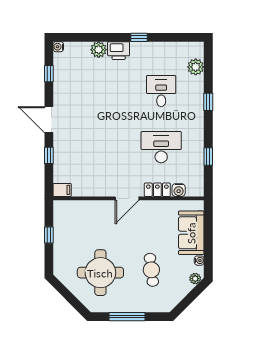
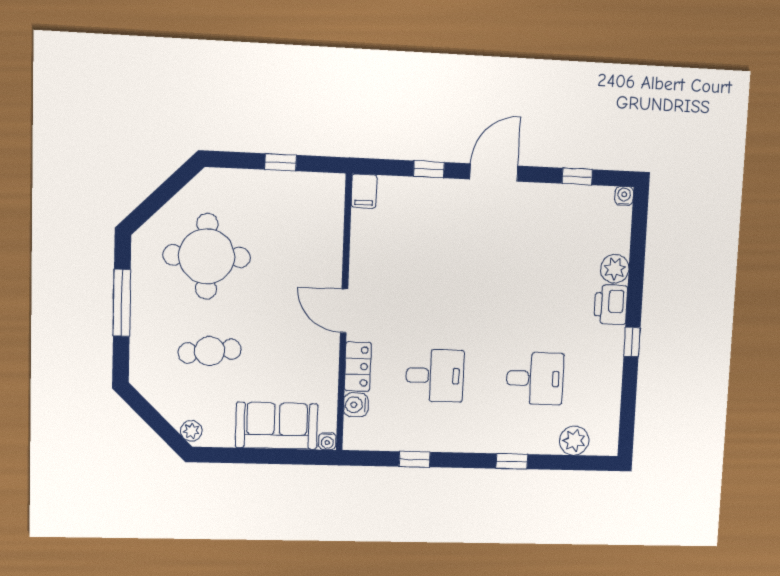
desk: (161, 147) -> (435, 376), width x0.73
water cooler: (199, 261) -> (327, 441), moved

